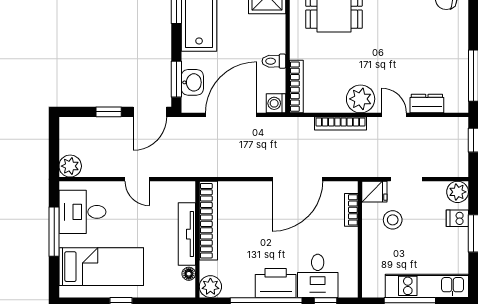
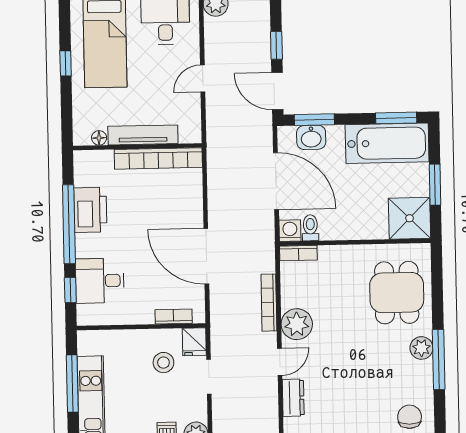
toilet: (274, 61) -> (310, 228), moved
bookcase: (296, 87) -> (298, 253), width x0.64
printer: (276, 283) -> (90, 210), moved
plant: (210, 287) -> (85, 162), removed

